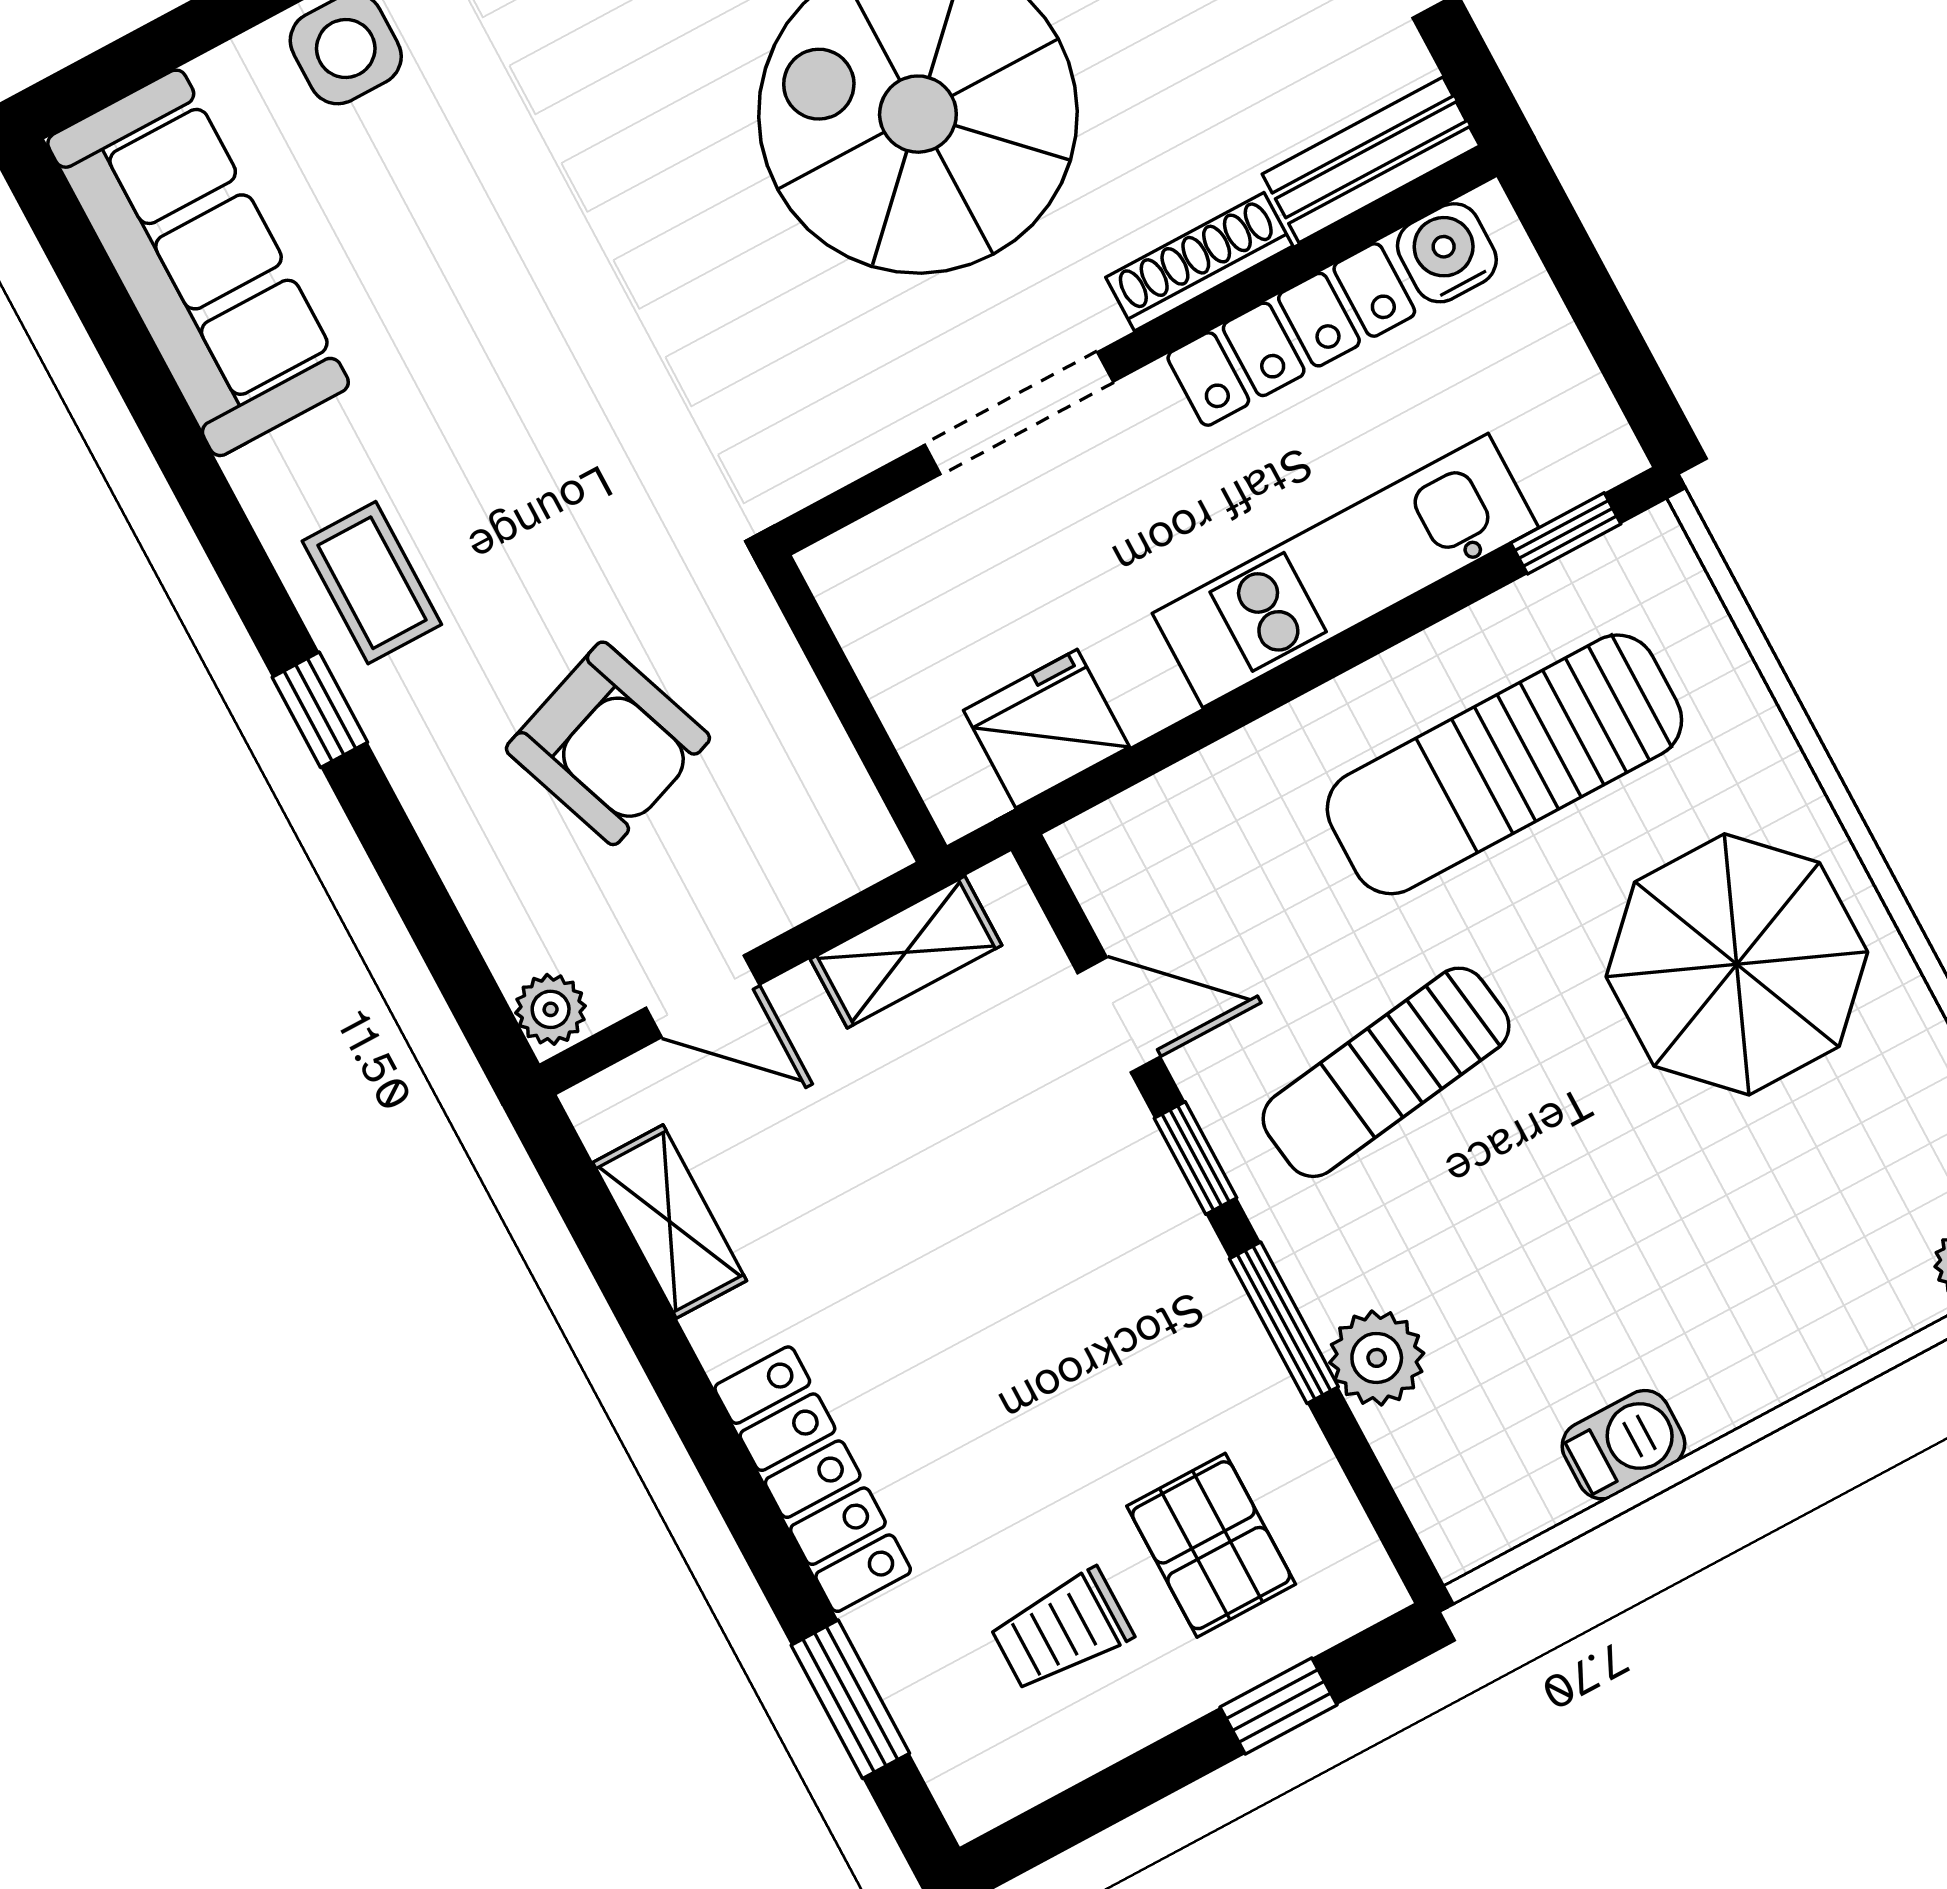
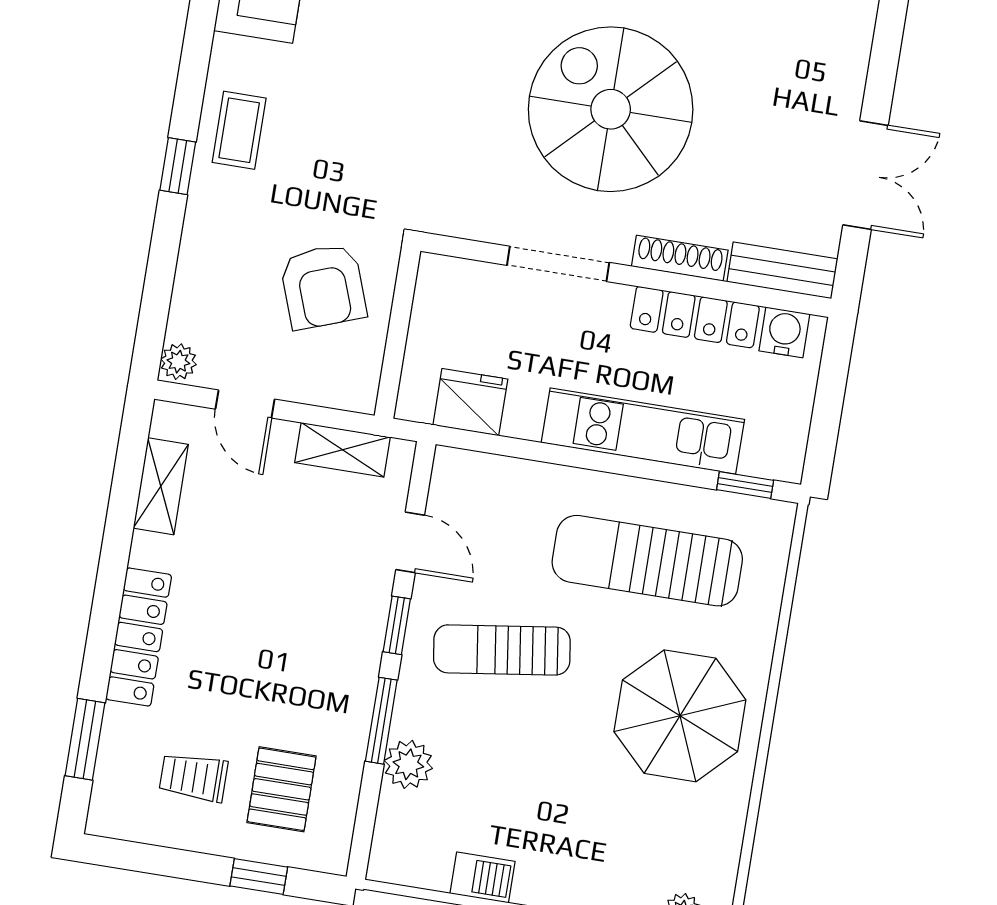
armchair: (608, 743) -> (323, 286), moved

